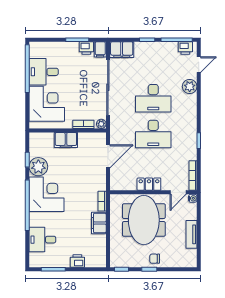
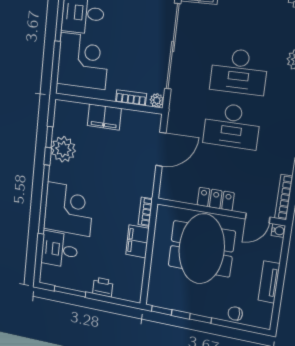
corner desk: (46, 194) -> (69, 209), moved
chair: (155, 259) -> (235, 314), moved

